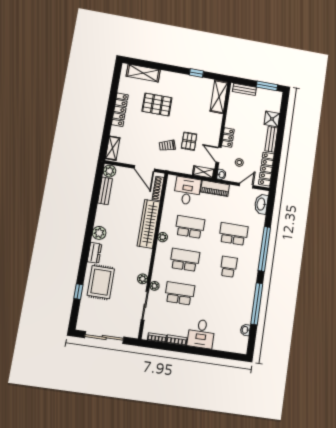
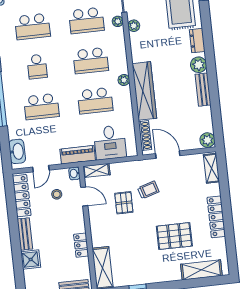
locker: (228, 137) -> (81, 245), moved
bench: (105, 191) -> (203, 90), moved
school desk: (224, 300) -> (33, 26), added

